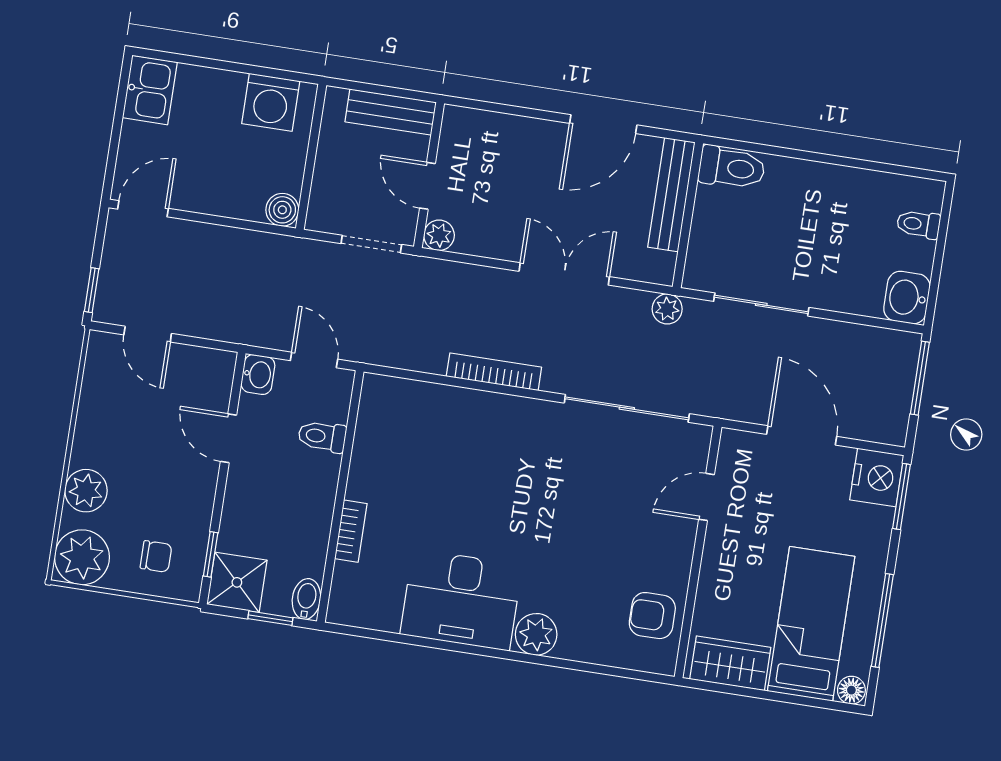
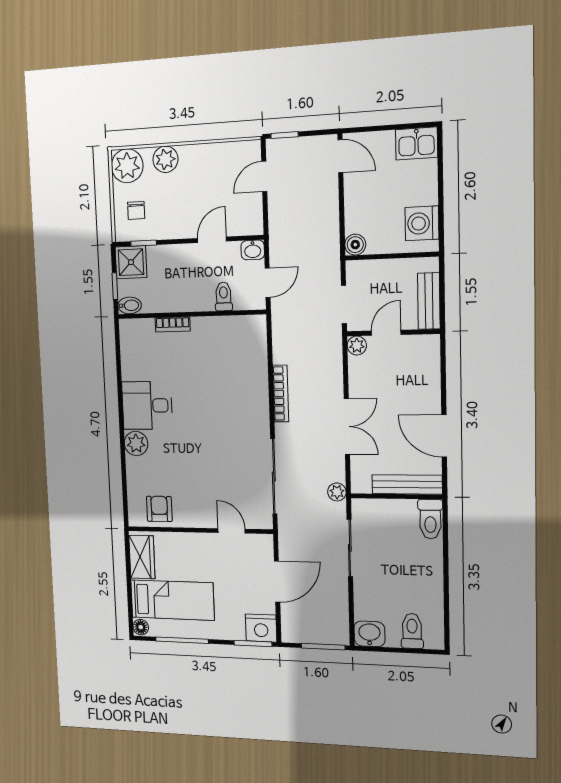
toilet: (918, 224) -> (412, 631), width x1.37, depth x1.39
desk: (461, 600) -> (147, 406), width x0.73

